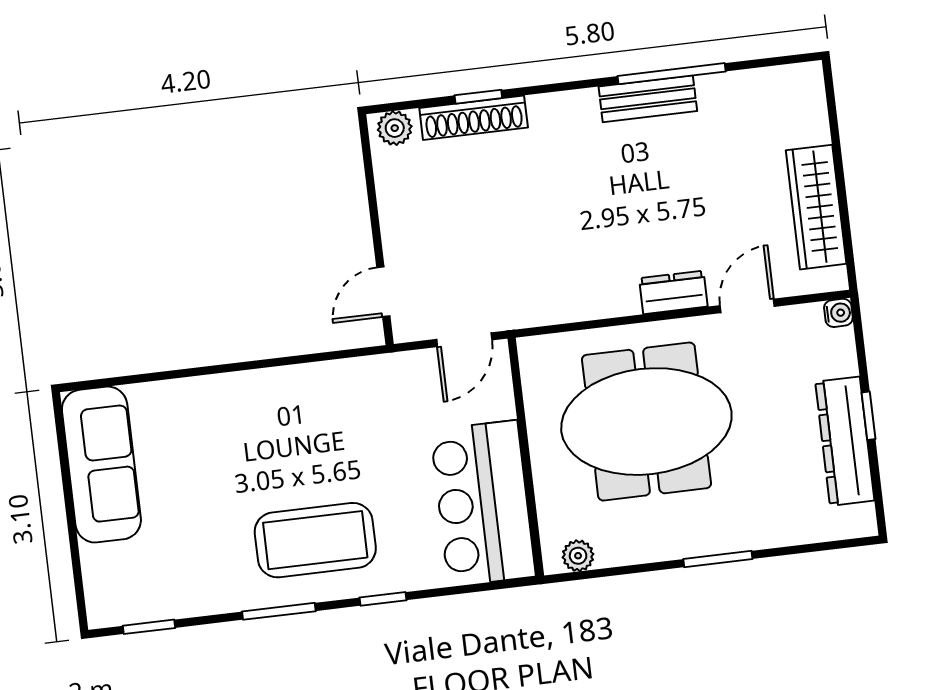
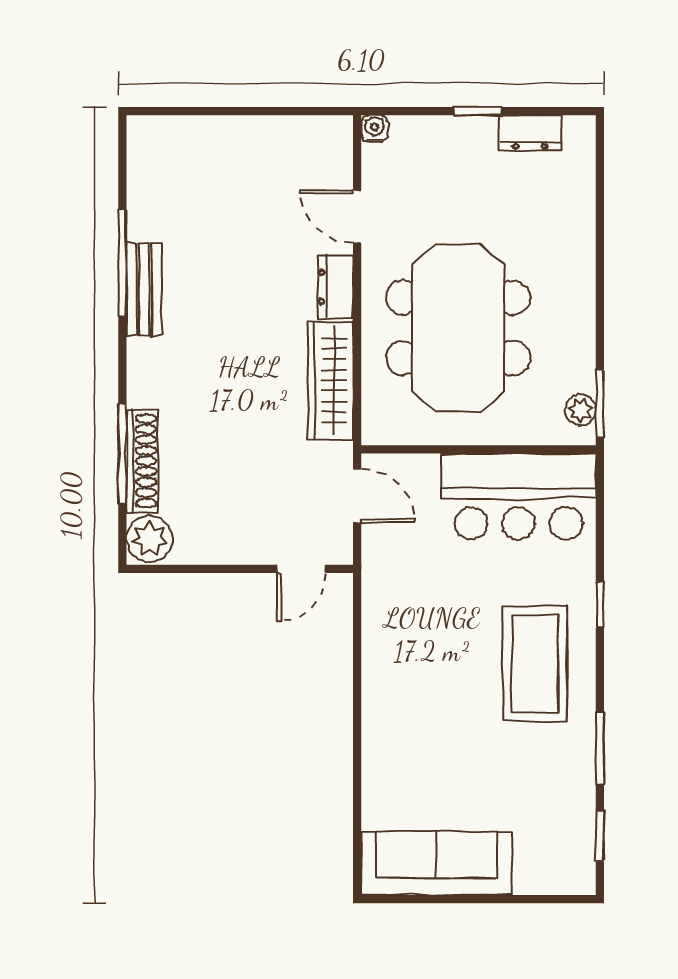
window: (478, 97) -> (122, 454), width x2.17
plant: (395, 128) -> (150, 539), width x1.38, depth x1.38
wardrobe: (816, 207) -> (330, 380), moved, turned 90
door: (383, 292) -> (301, 569), hinge flipped
dresser: (845, 441) -> (530, 133), width x0.51, depth x0.80
window: (718, 559) -> (600, 404), moved
window: (279, 611) -> (600, 748), moved

